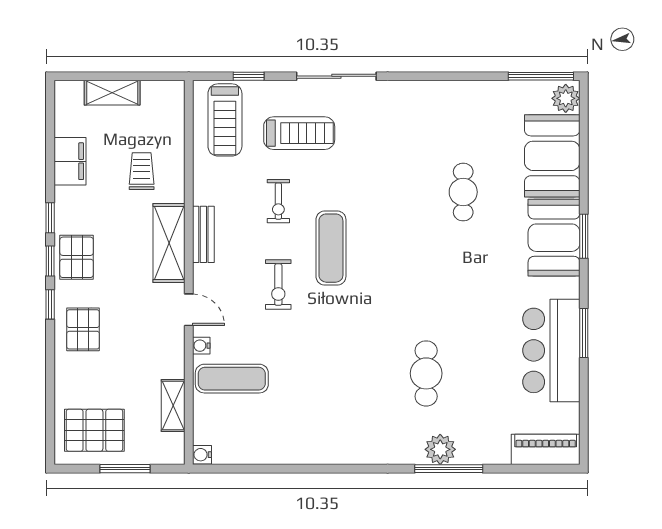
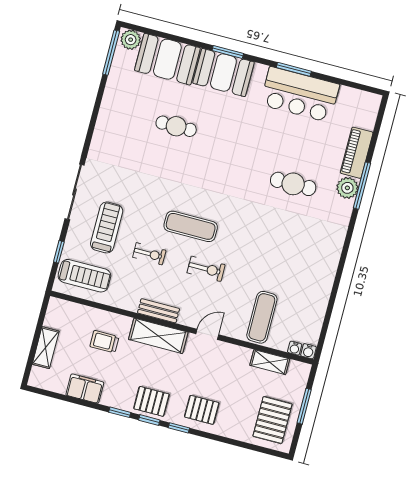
water cooler: (201, 346) -> (295, 348), moved
piano: (546, 449) -> (357, 153), moved

